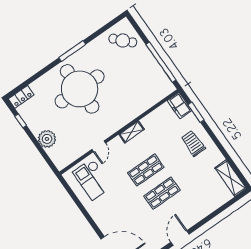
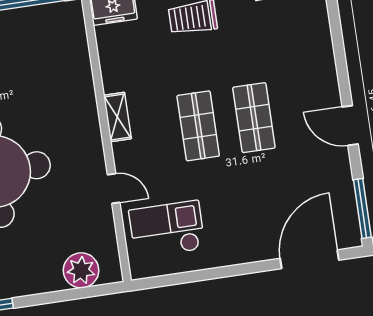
plant: (47, 139) -> (81, 270), moved
checkout: (92, 179) -> (167, 229), turned 180

